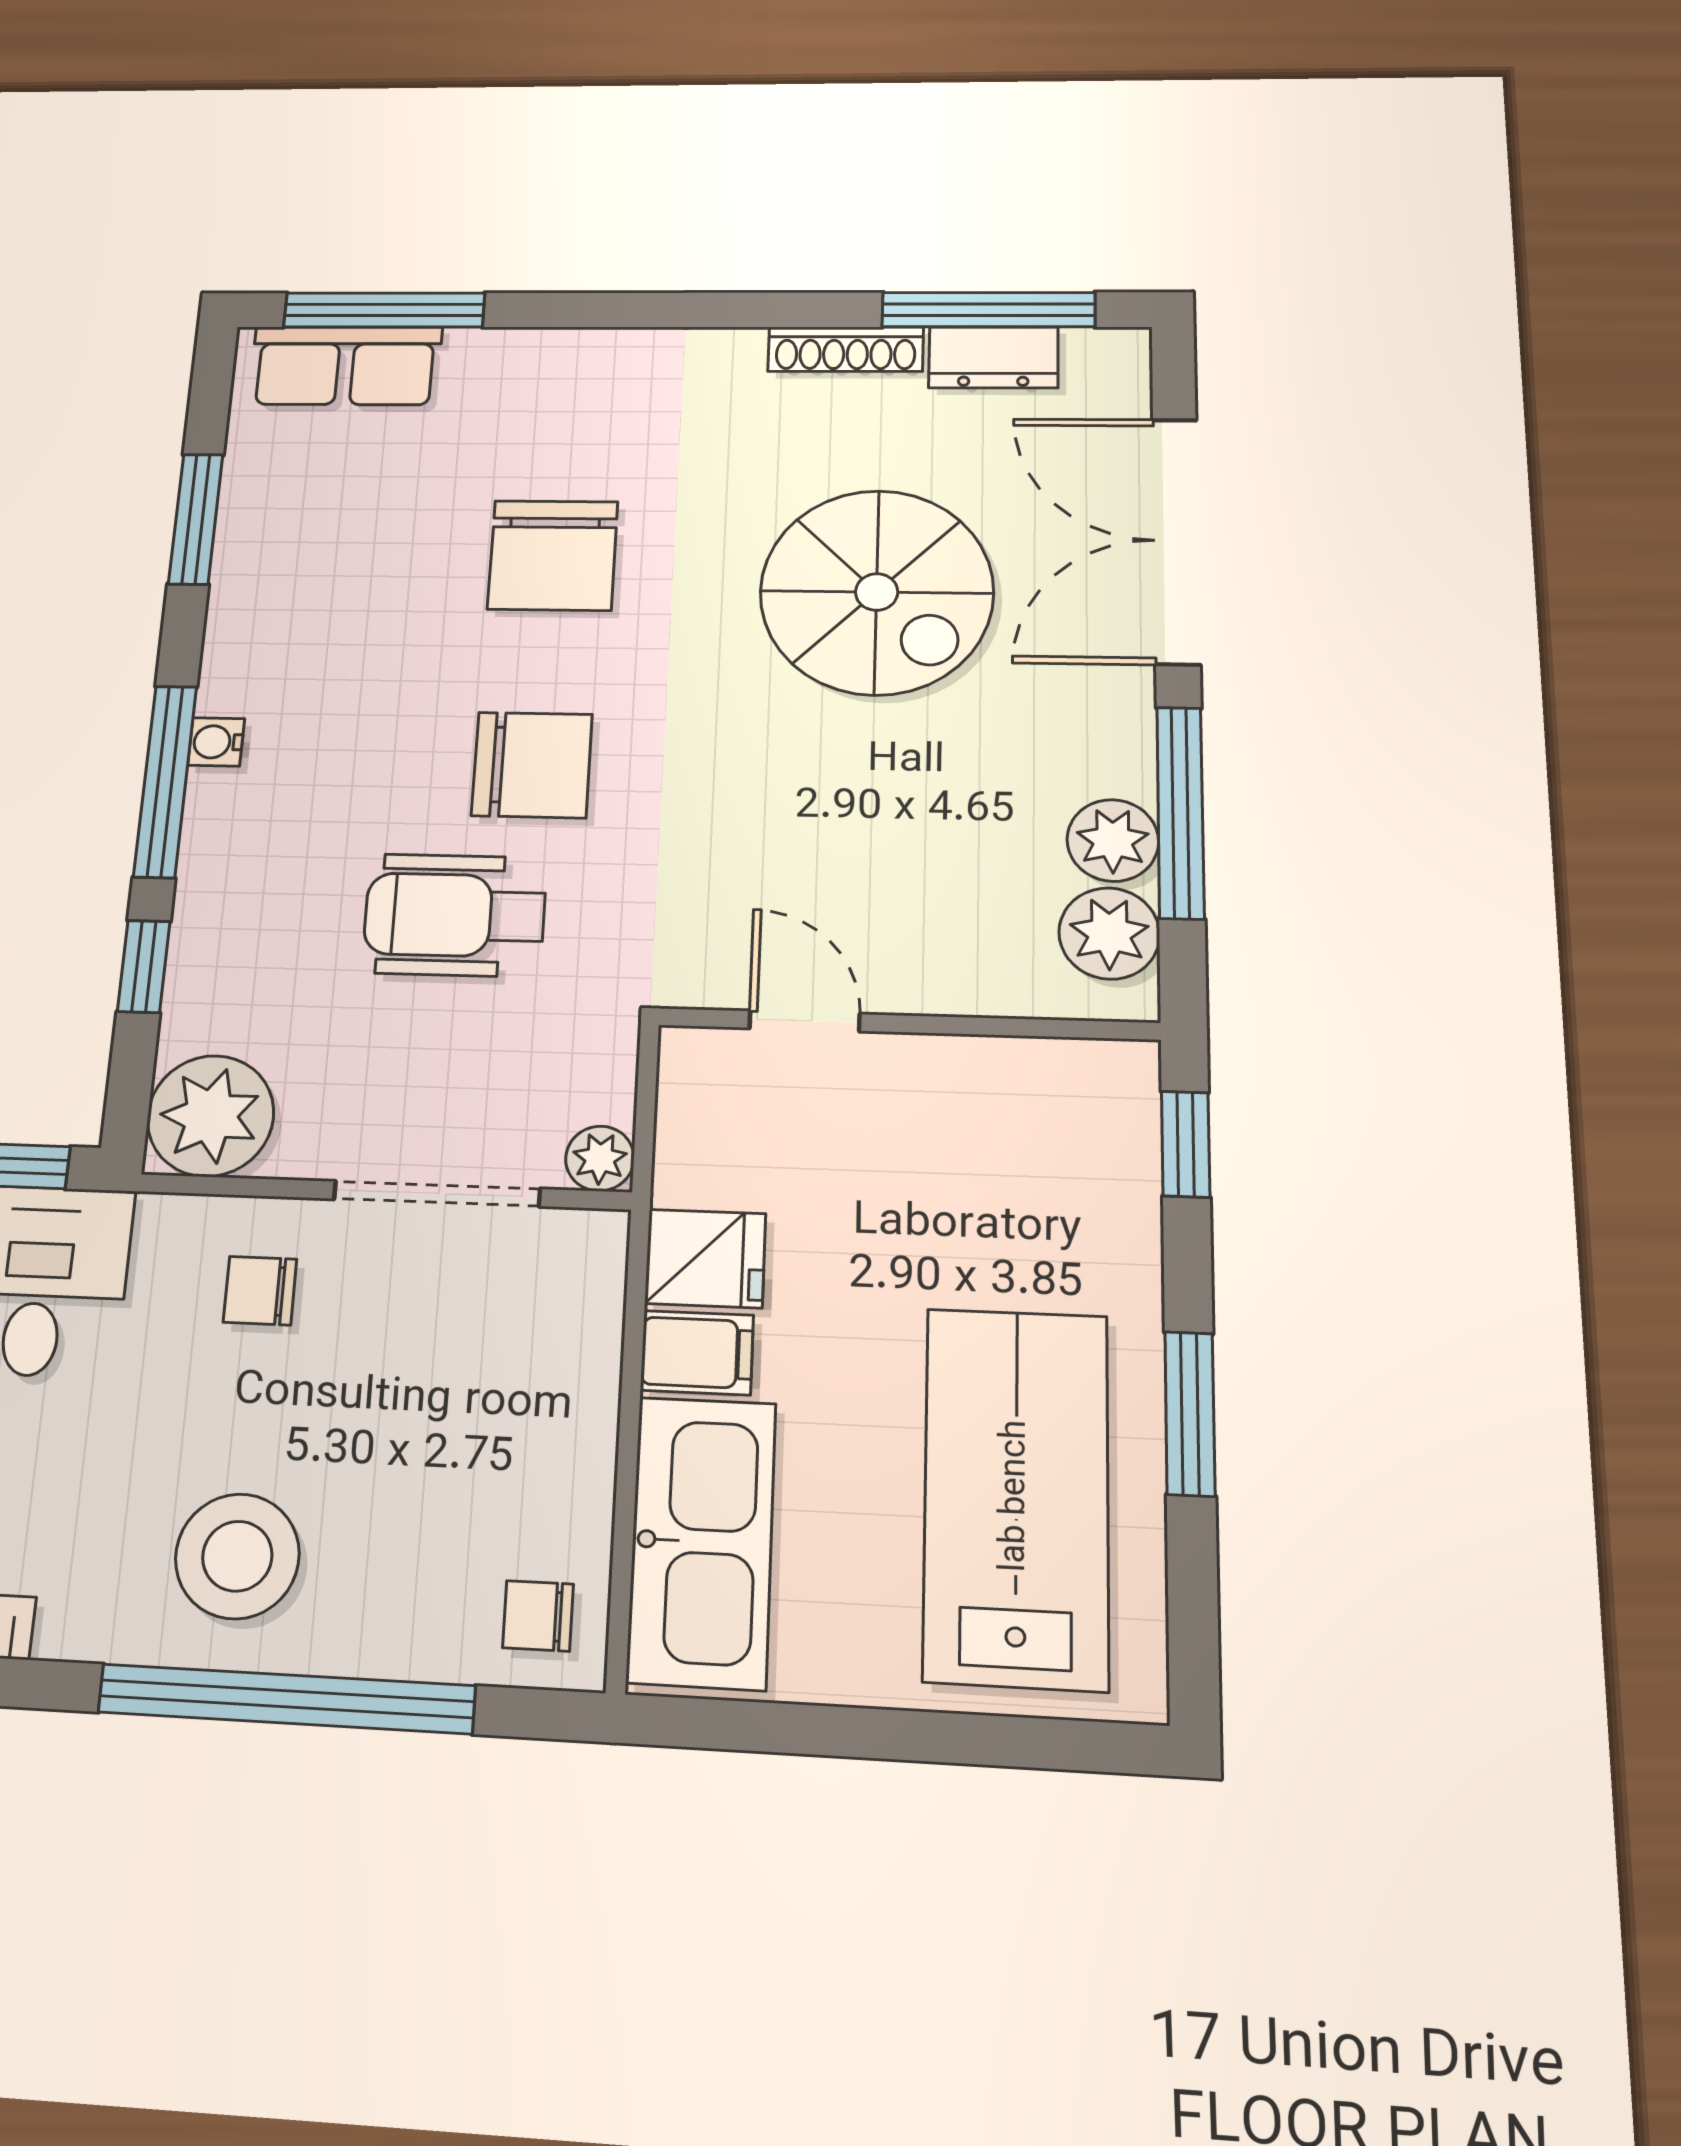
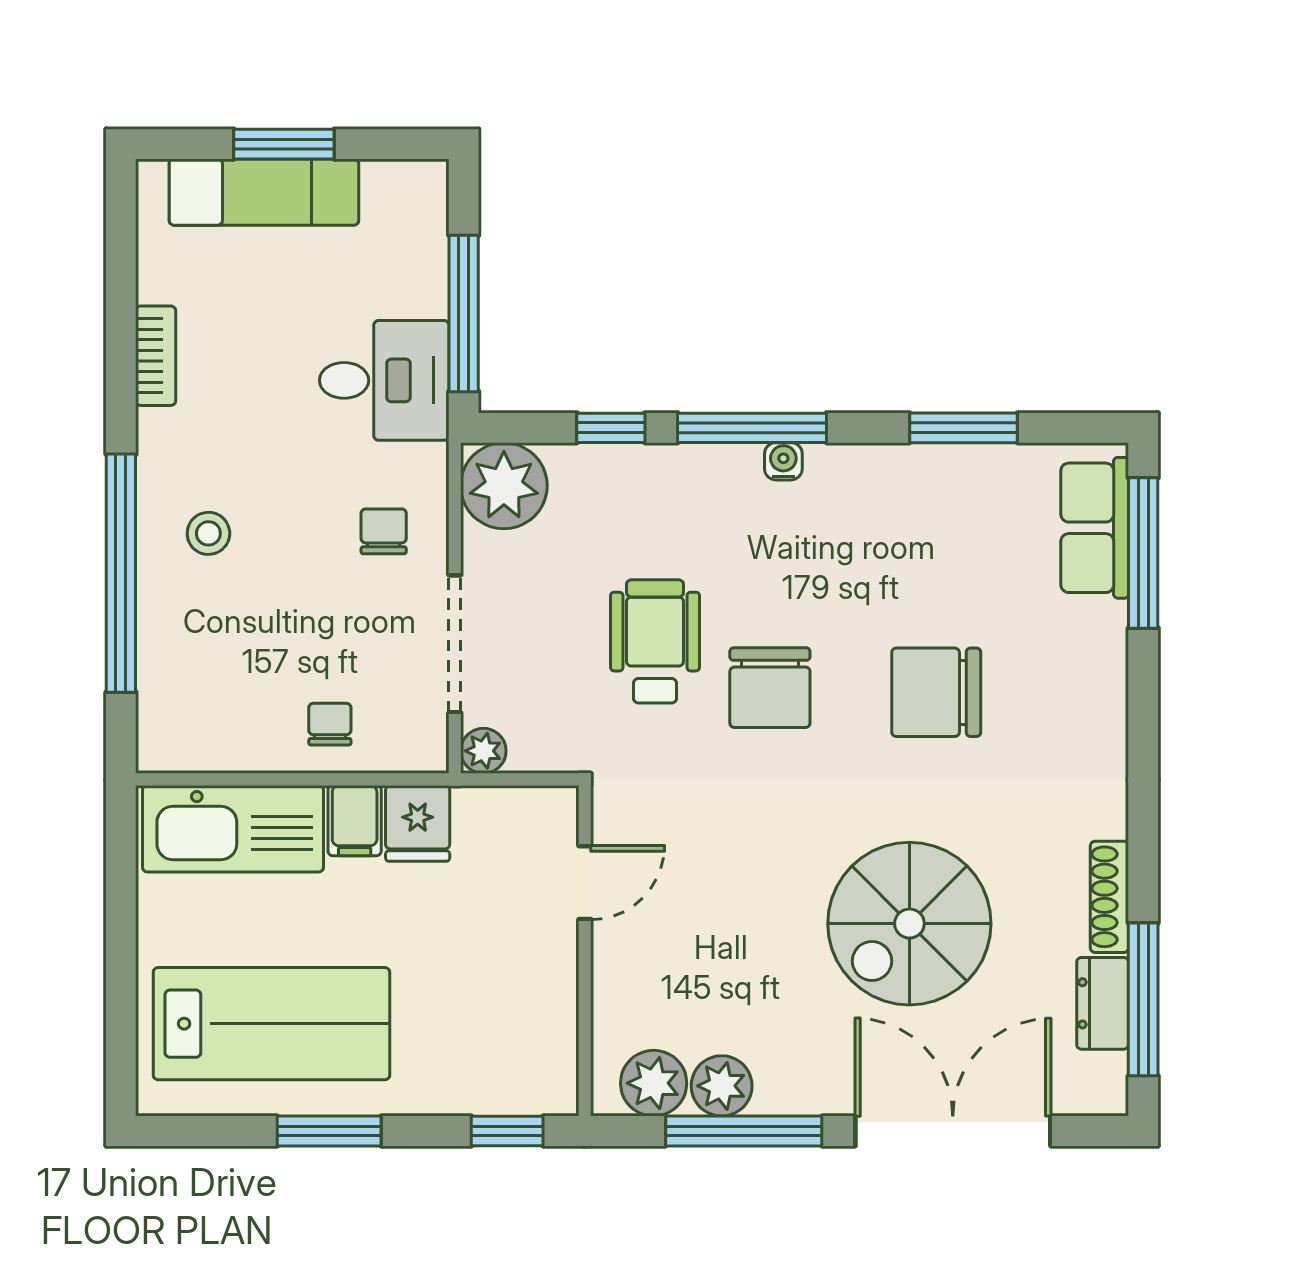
stool: (237, 1556) -> (208, 533), width x0.53, depth x0.53
chair: (538, 1616) -> (330, 724), moved

